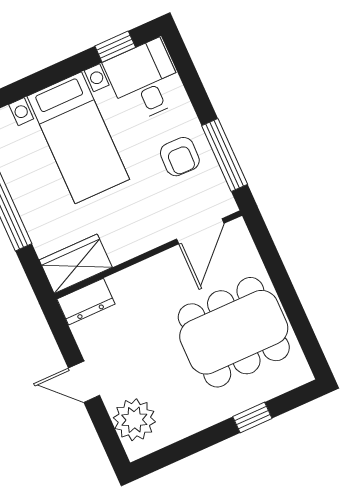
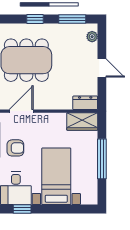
armchair: (180, 157) -> (15, 148), turned 89
plant: (134, 420) -> (92, 37), width x0.53, depth x0.53
window: (182, 449) -> (72, 19), added

